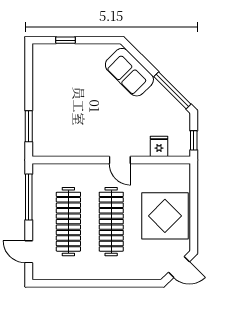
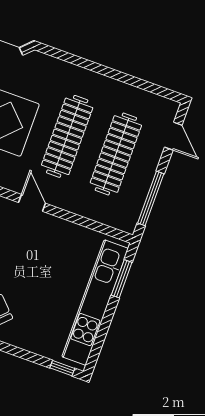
window: (65, 40) -> (62, 368), moved
kitchen unit: (43, 100) -> (95, 303), added

